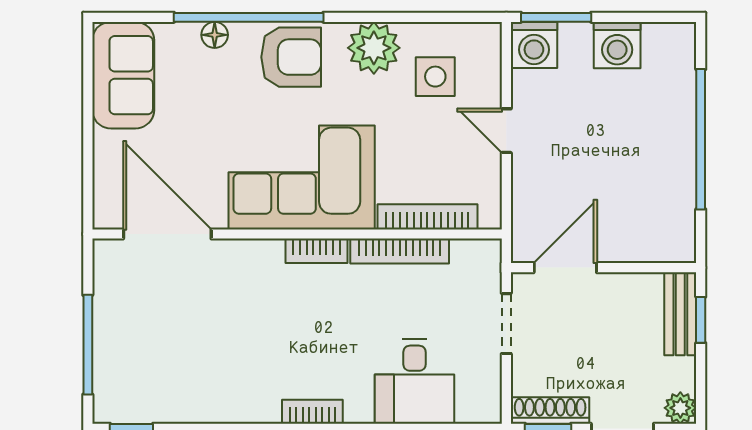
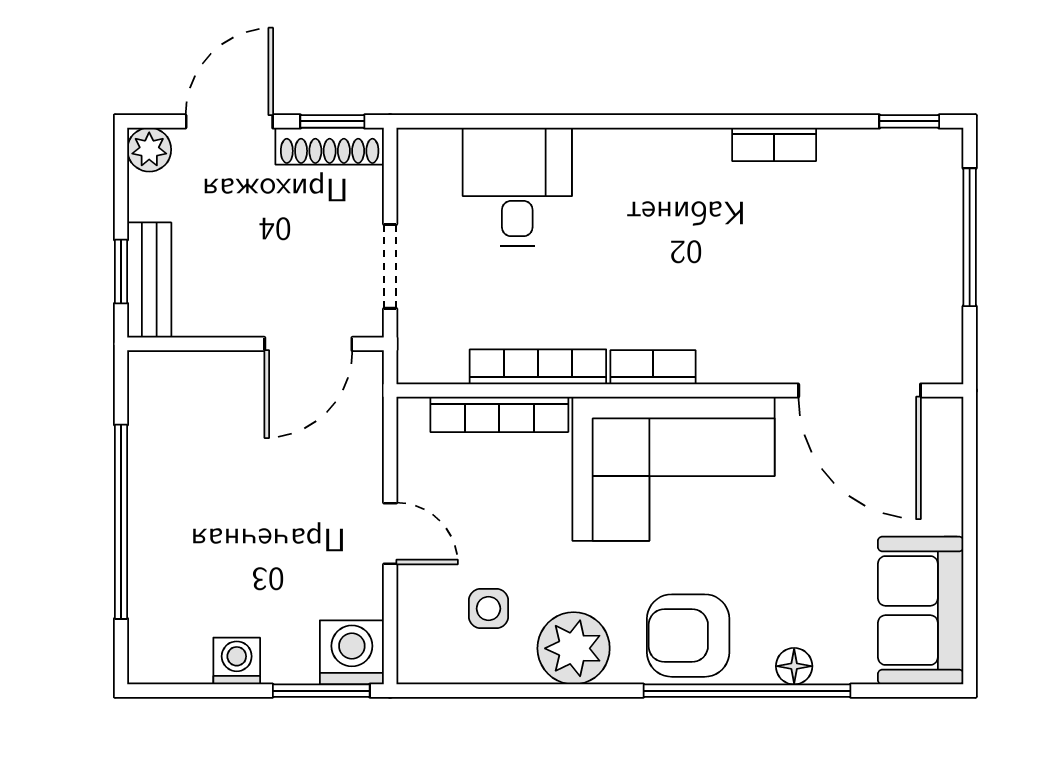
washing machine: (617, 45) -> (237, 661), width x0.73, depth x0.73
side table: (435, 77) -> (488, 609), width x0.73, depth x0.73
bookcase: (312, 412) -> (774, 144), moved

